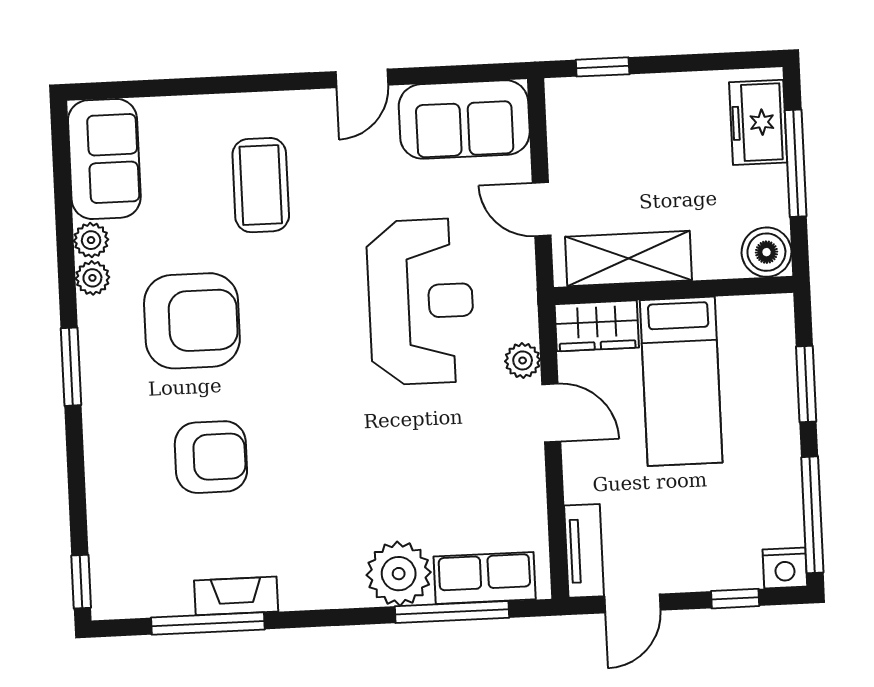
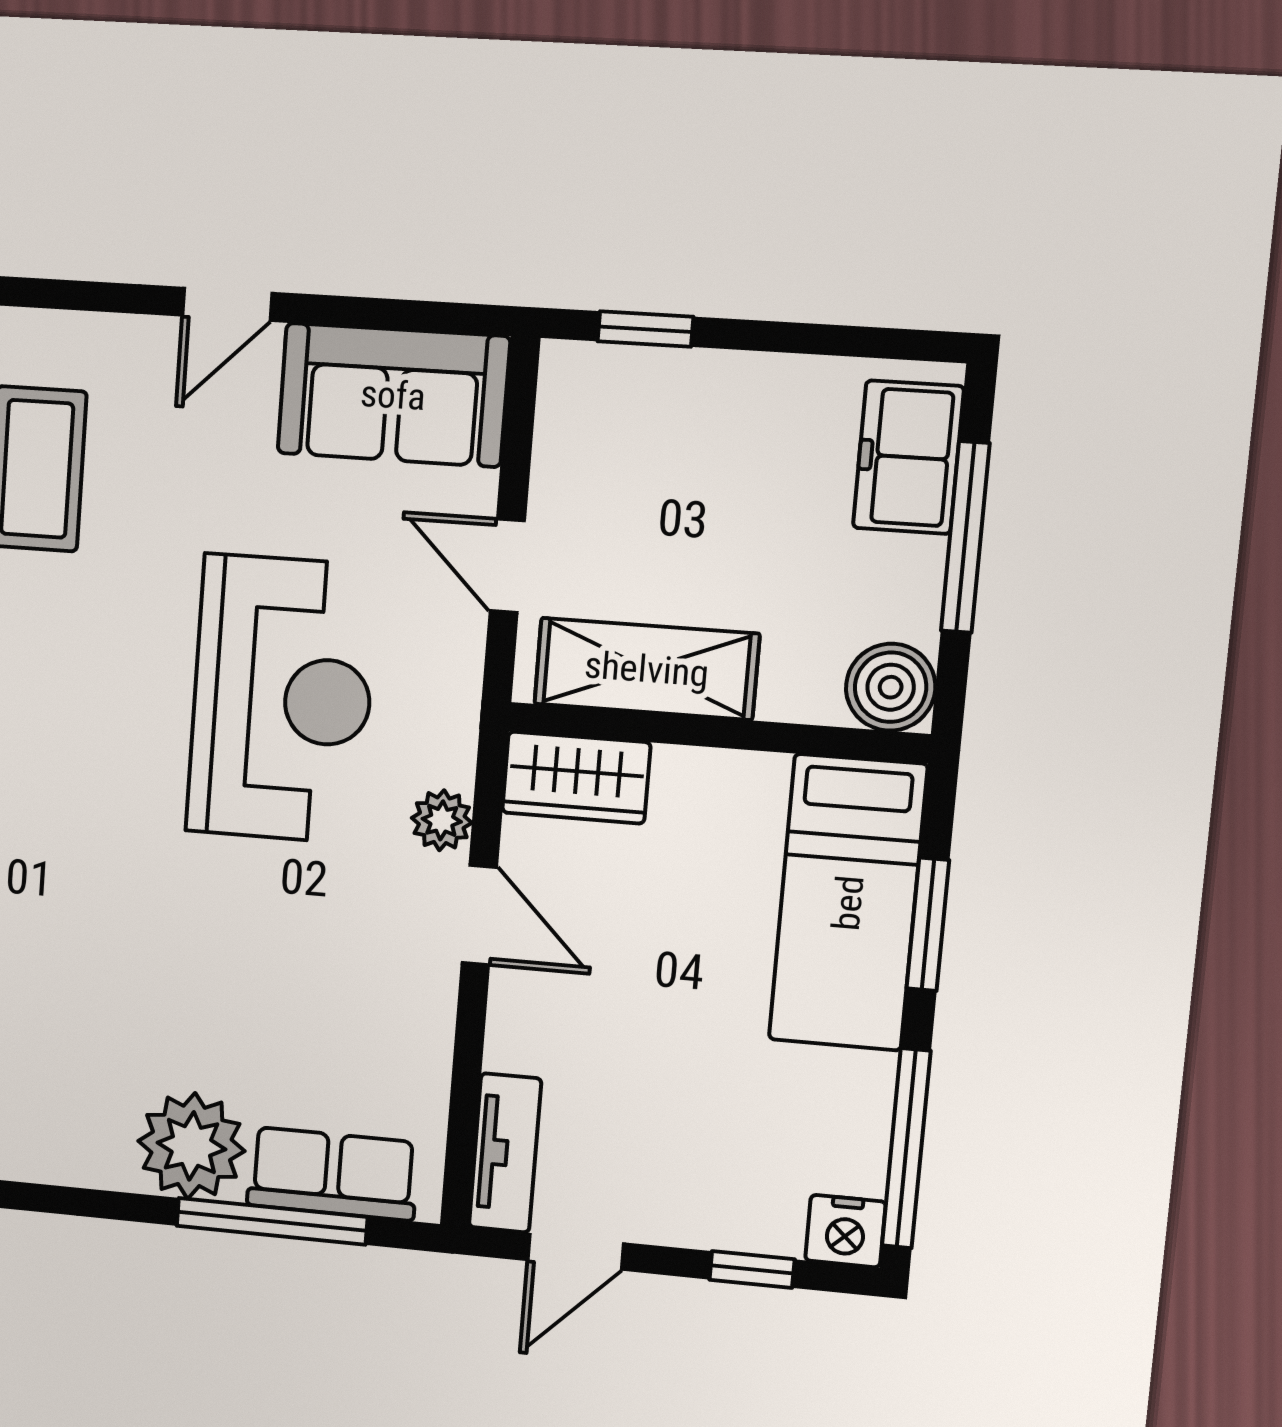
bed: (681, 381) -> (848, 903), moved

